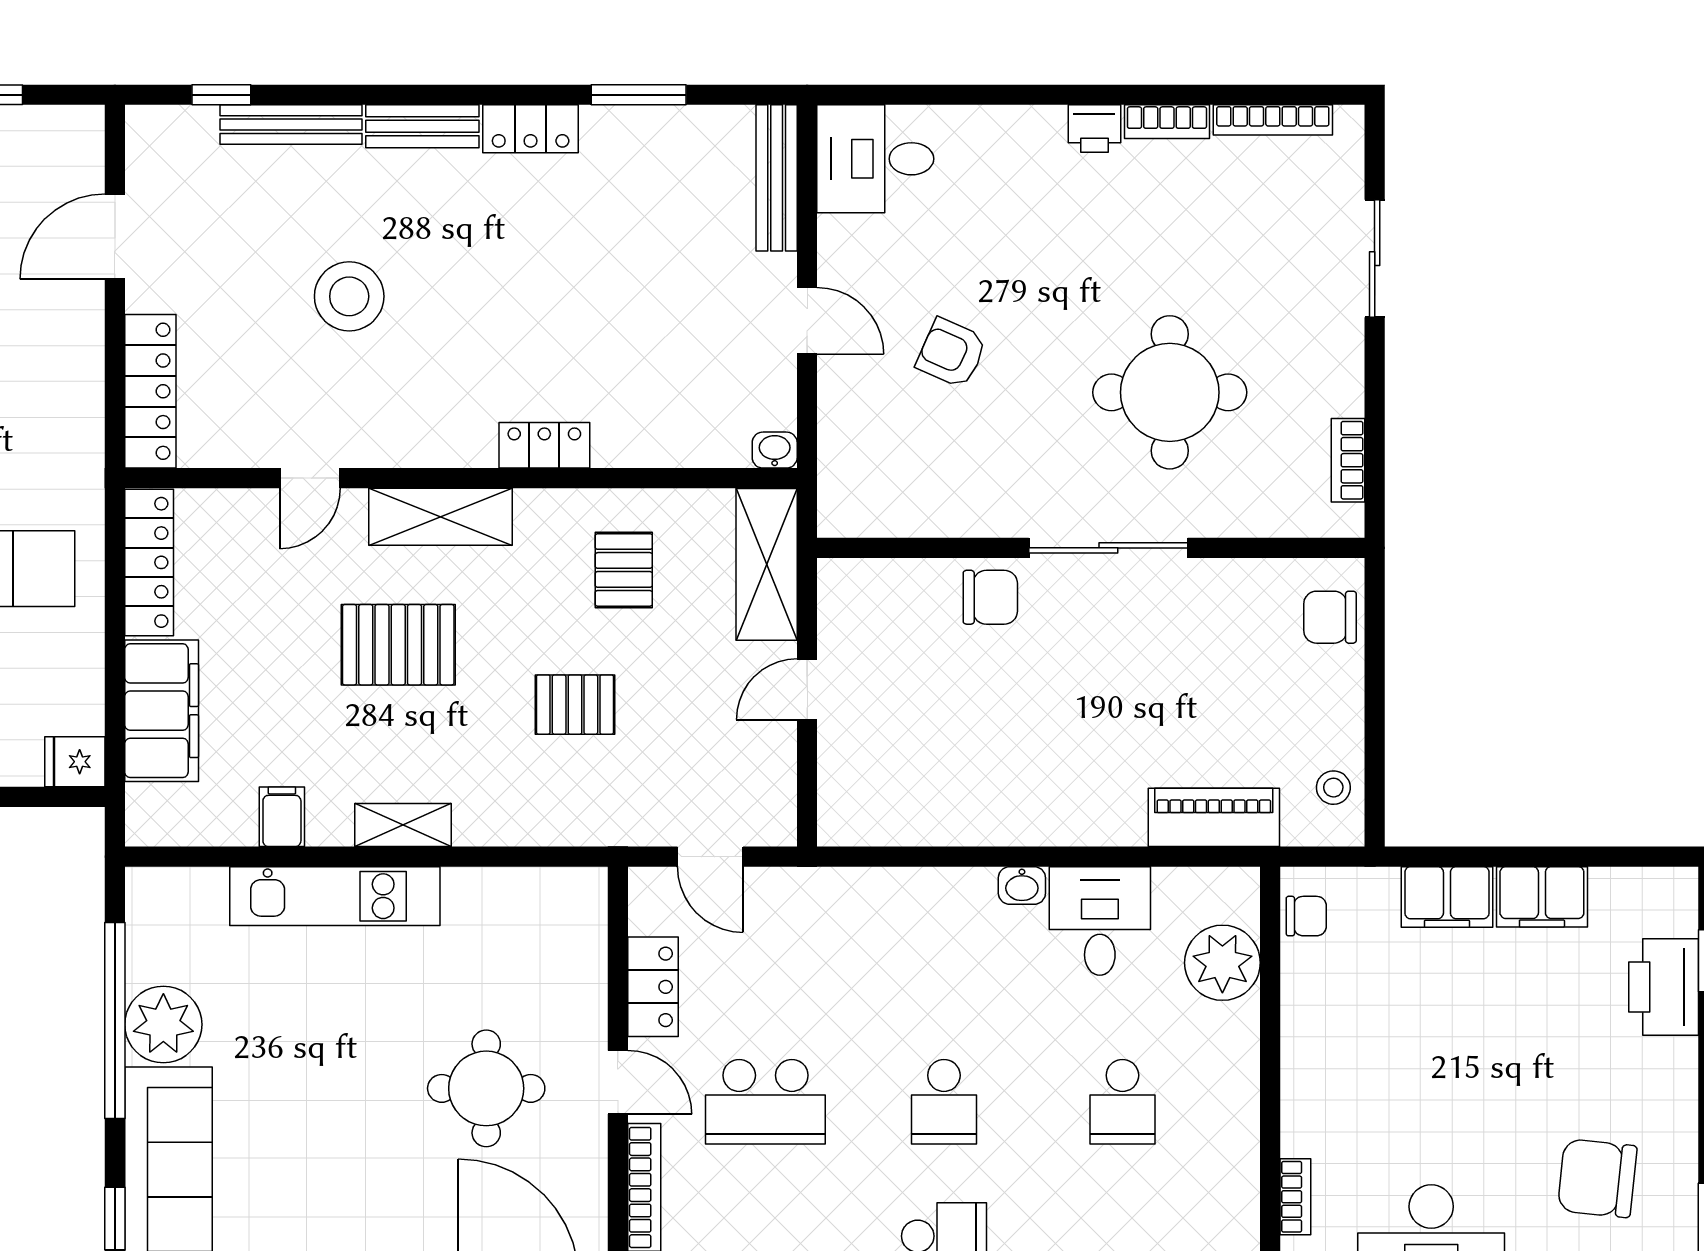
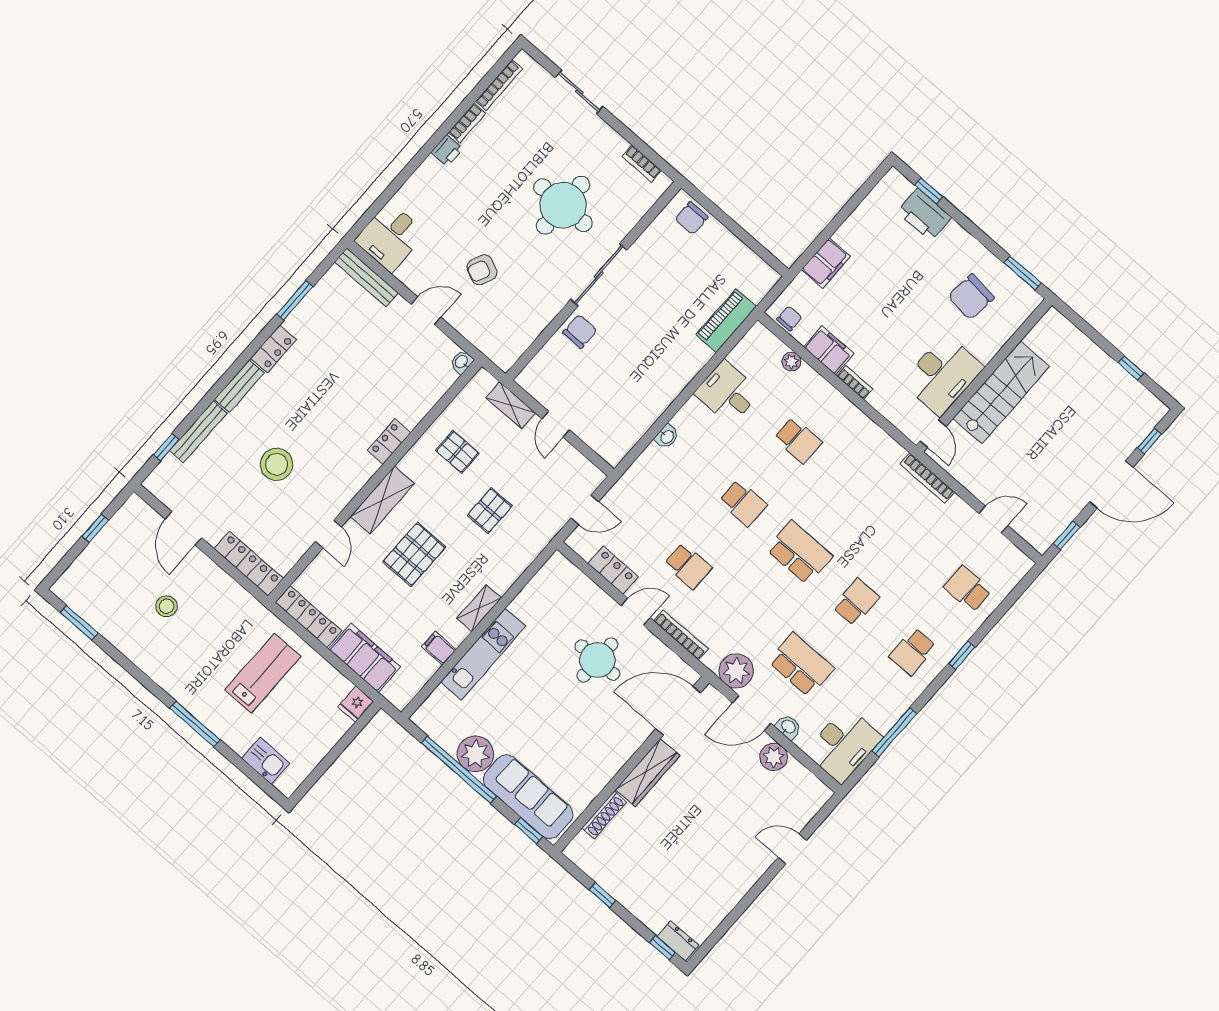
shelving: (767, 564) -> (511, 405), width x0.67, depth x0.75
stool: (1333, 788) -> (752, 269), removed
washbasin: (1022, 885) -> (667, 437), moved
filing cabinet: (1542, 897) -> (829, 350), moved, turned -90
plant: (1222, 963) -> (791, 362), width x0.53, depth x0.53
school desk: (765, 1102) -> (688, 566), width x0.54
bookcase: (1295, 1197) -> (855, 383), moved

